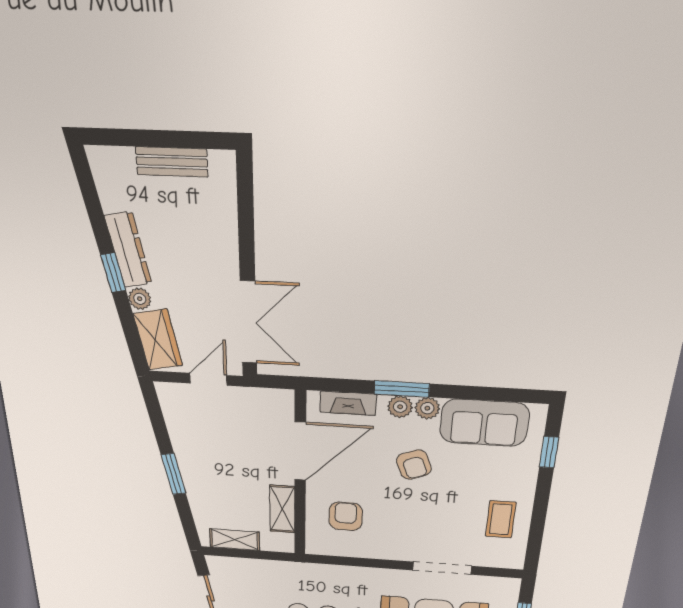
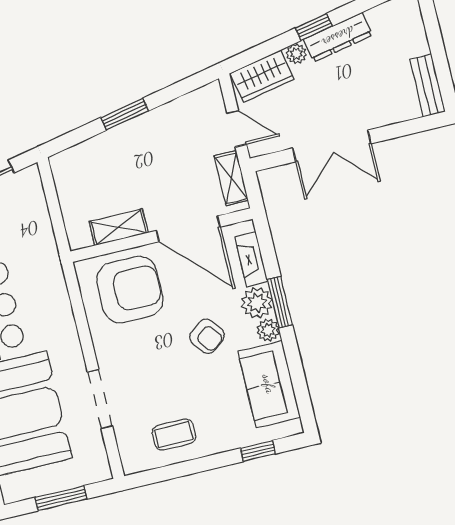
bench: (172, 162) -> (427, 85), moved
double door: (249, 323) -> (332, 146), moved
plant: (400, 407) -> (257, 303), width x1.38, depth x1.38
armchair: (414, 465) -> (207, 336), turned -107
armchair: (346, 516) -> (130, 290), width x1.88, depth x1.88
shelving: (235, 540) -> (231, 178), moved

